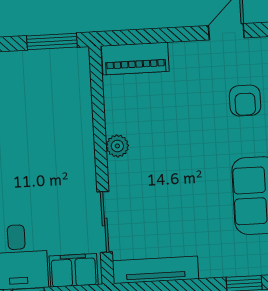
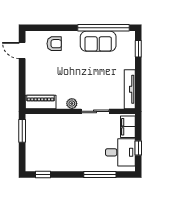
piano: (135, 59) -> (41, 102), moved, turned -90
sliding door: (105, 222) -> (95, 111), moved

